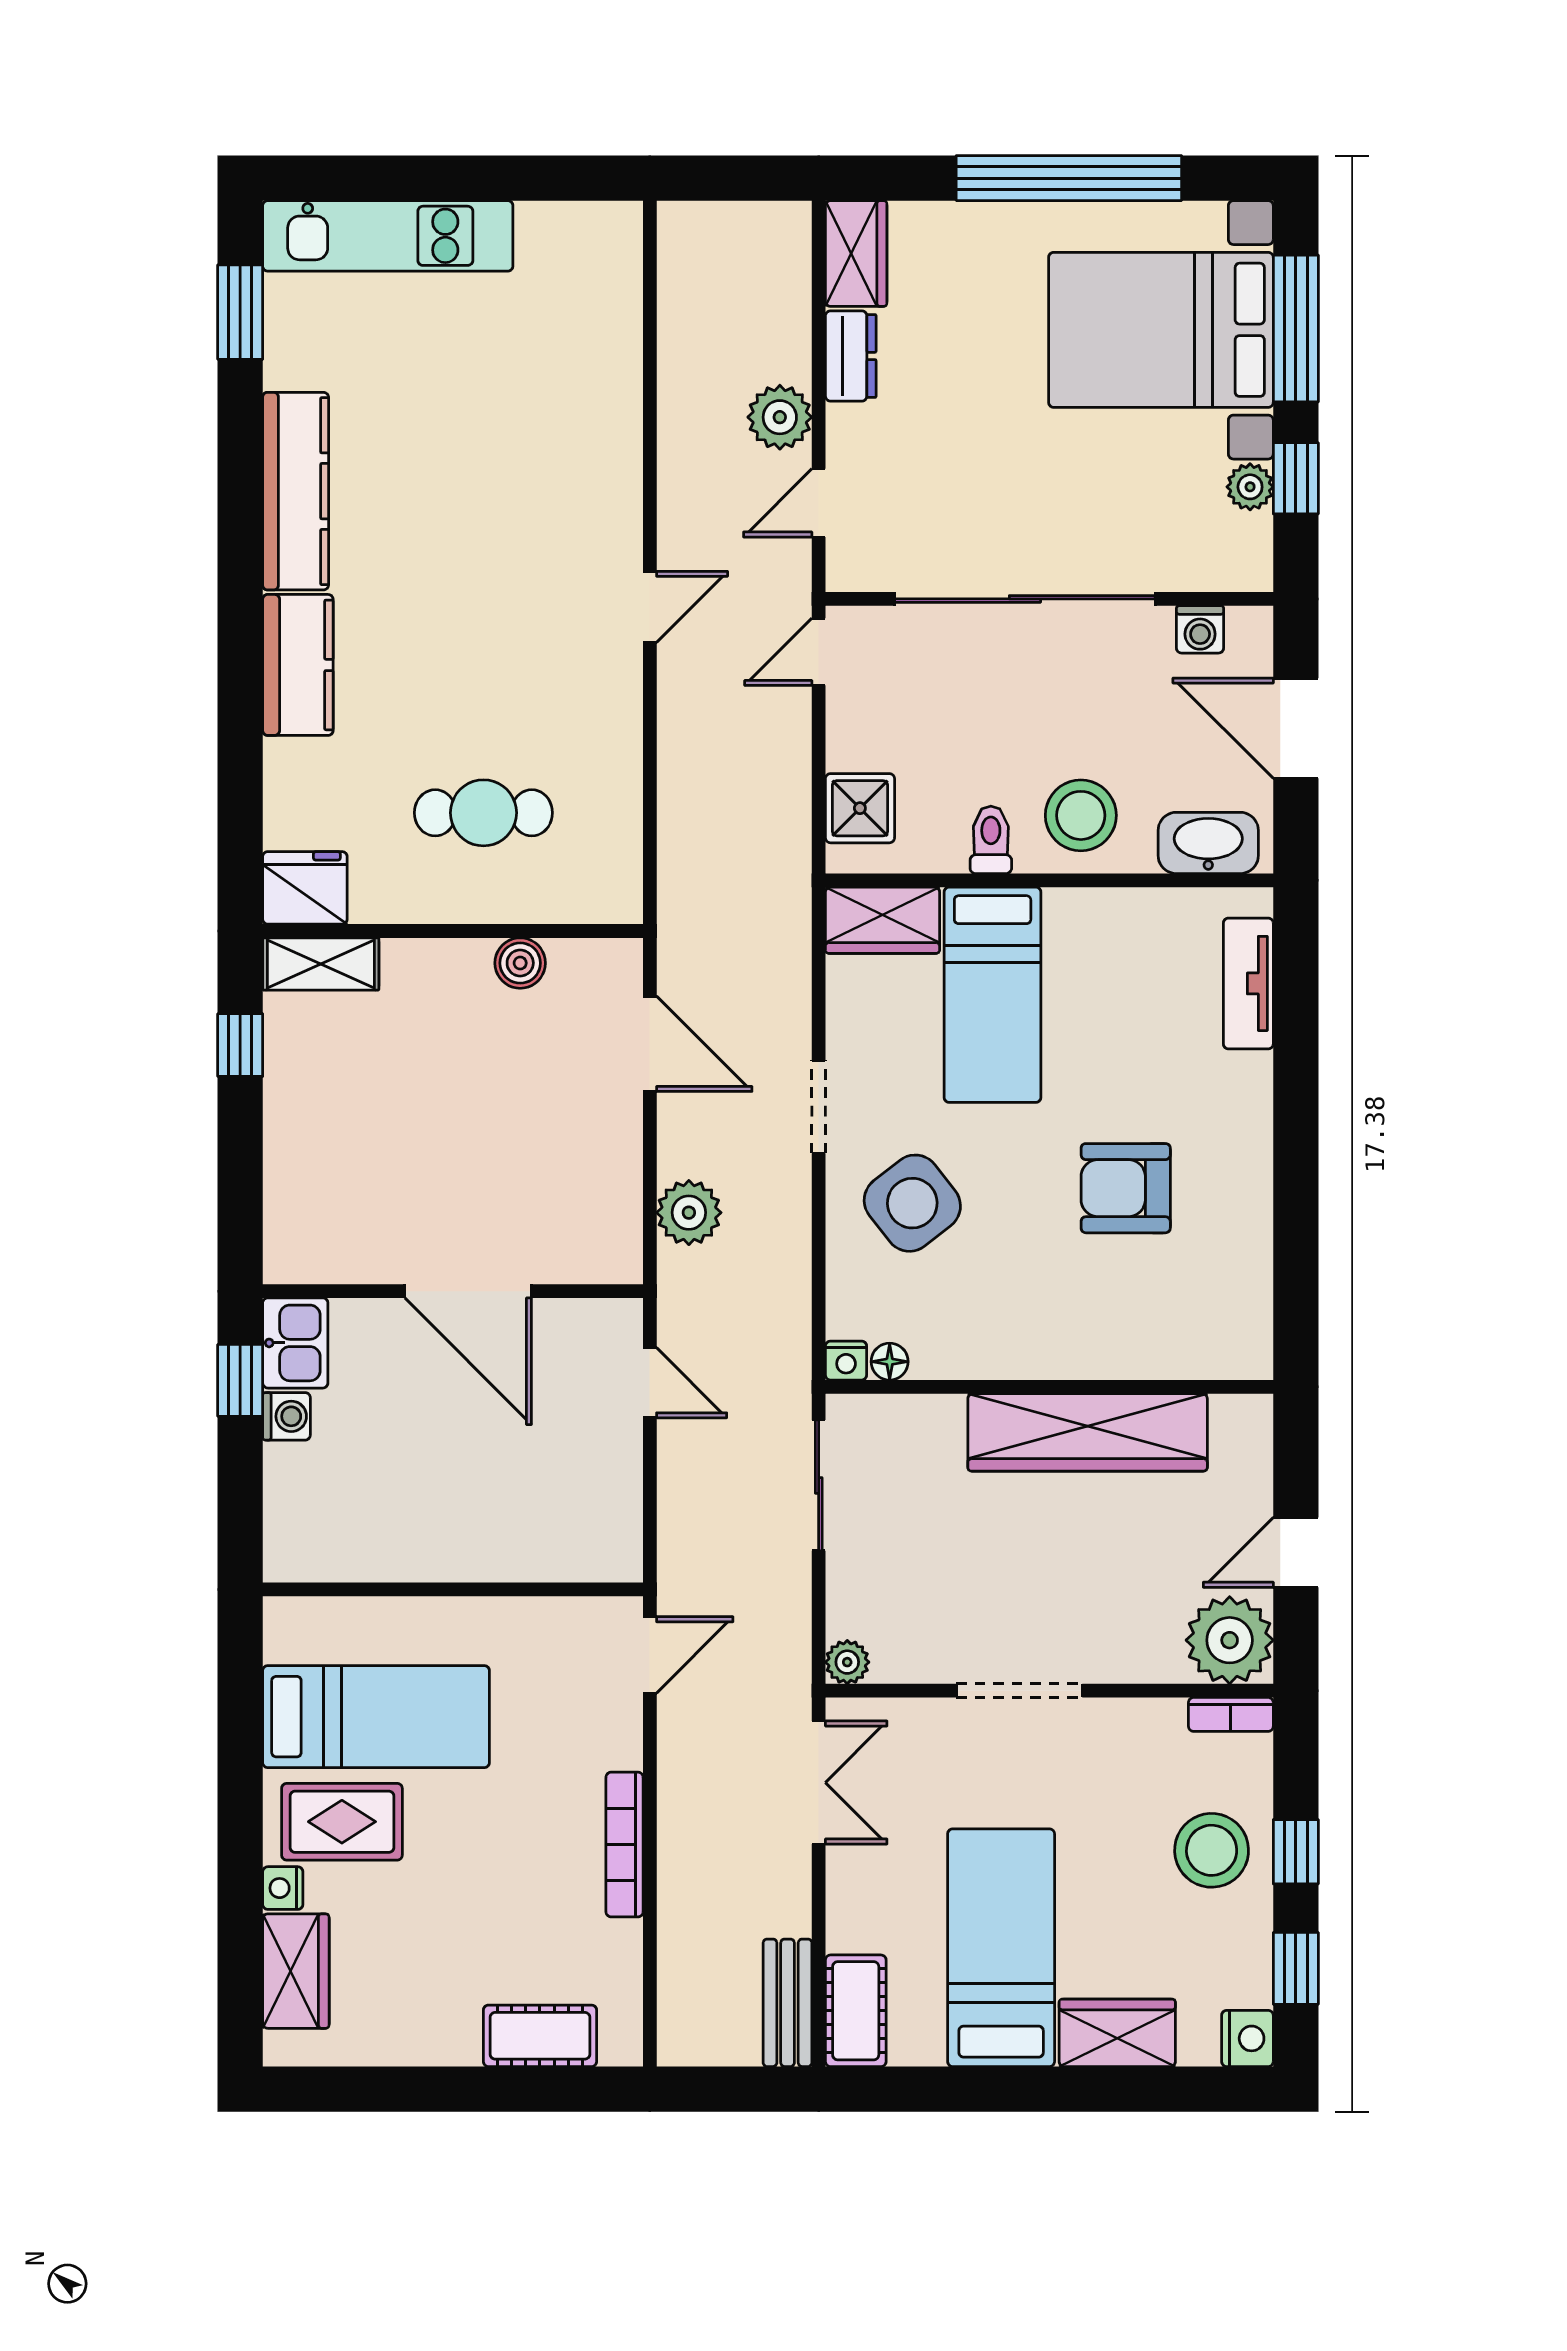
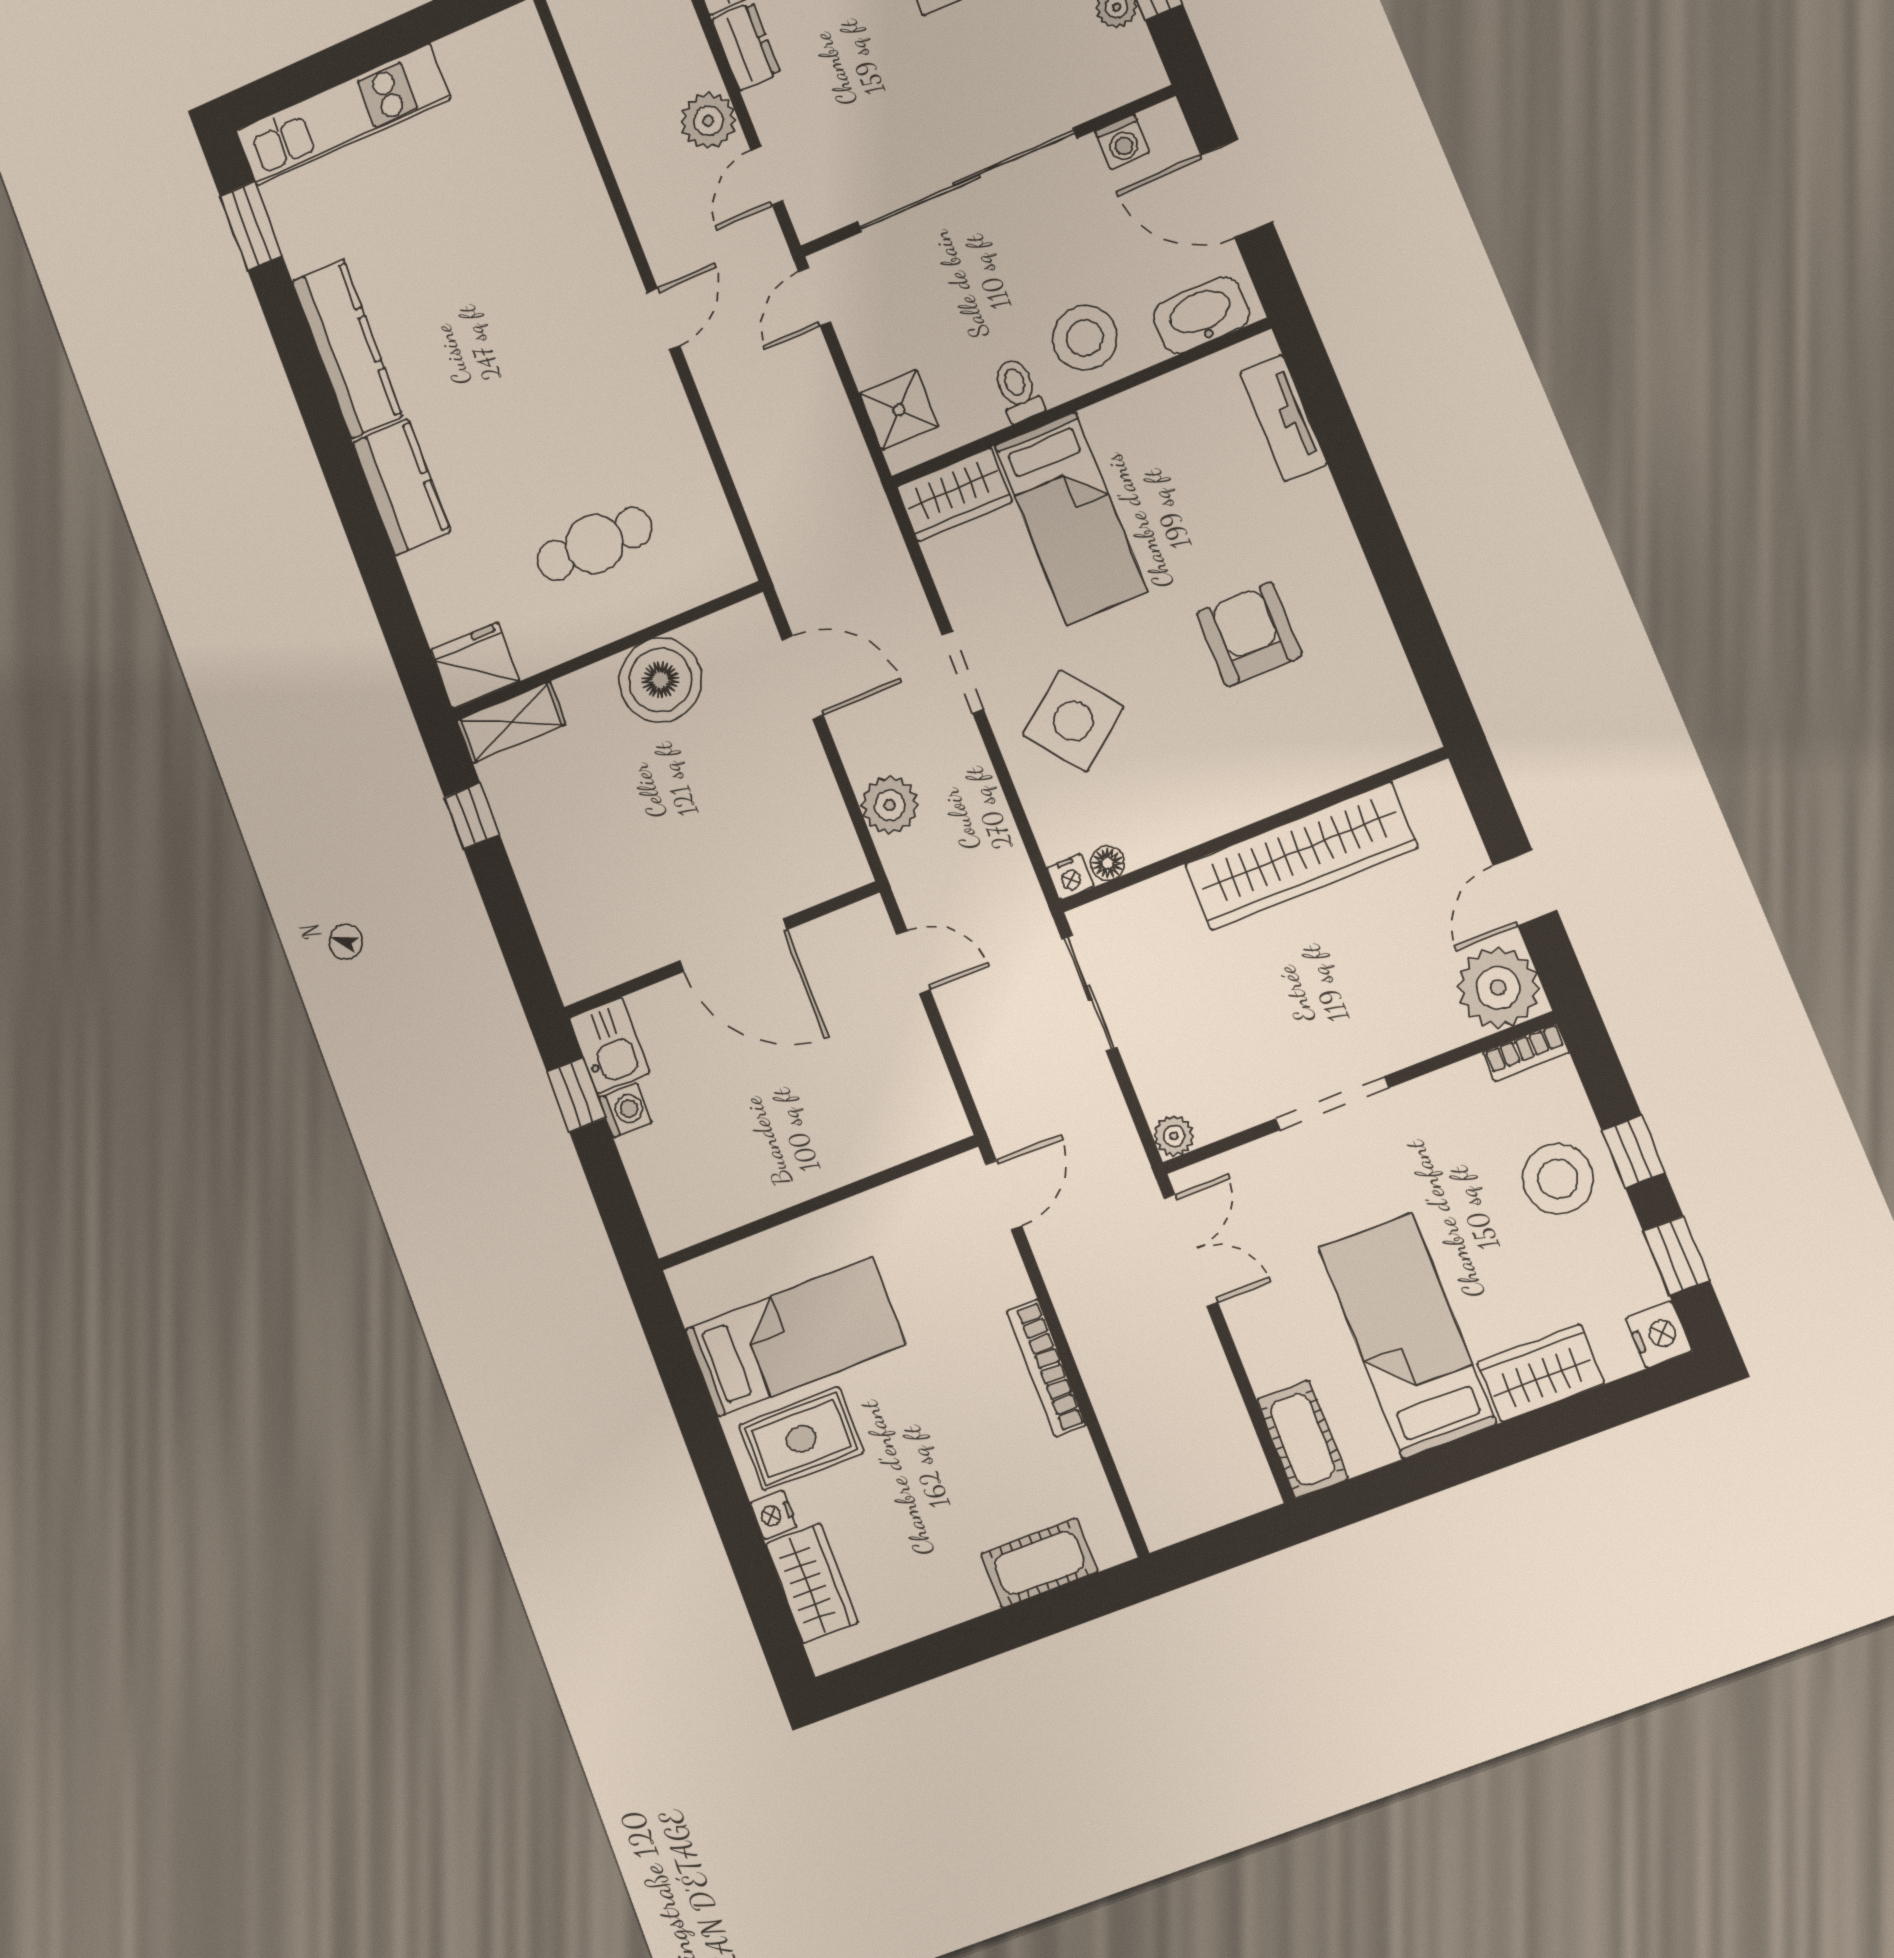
boiler: (520, 963) -> (660, 680), width x1.86, depth x1.86
armchair: (1126, 1188) -> (1249, 634), turned 90
bench: (788, 2003) -> (1240, 1454), removed

